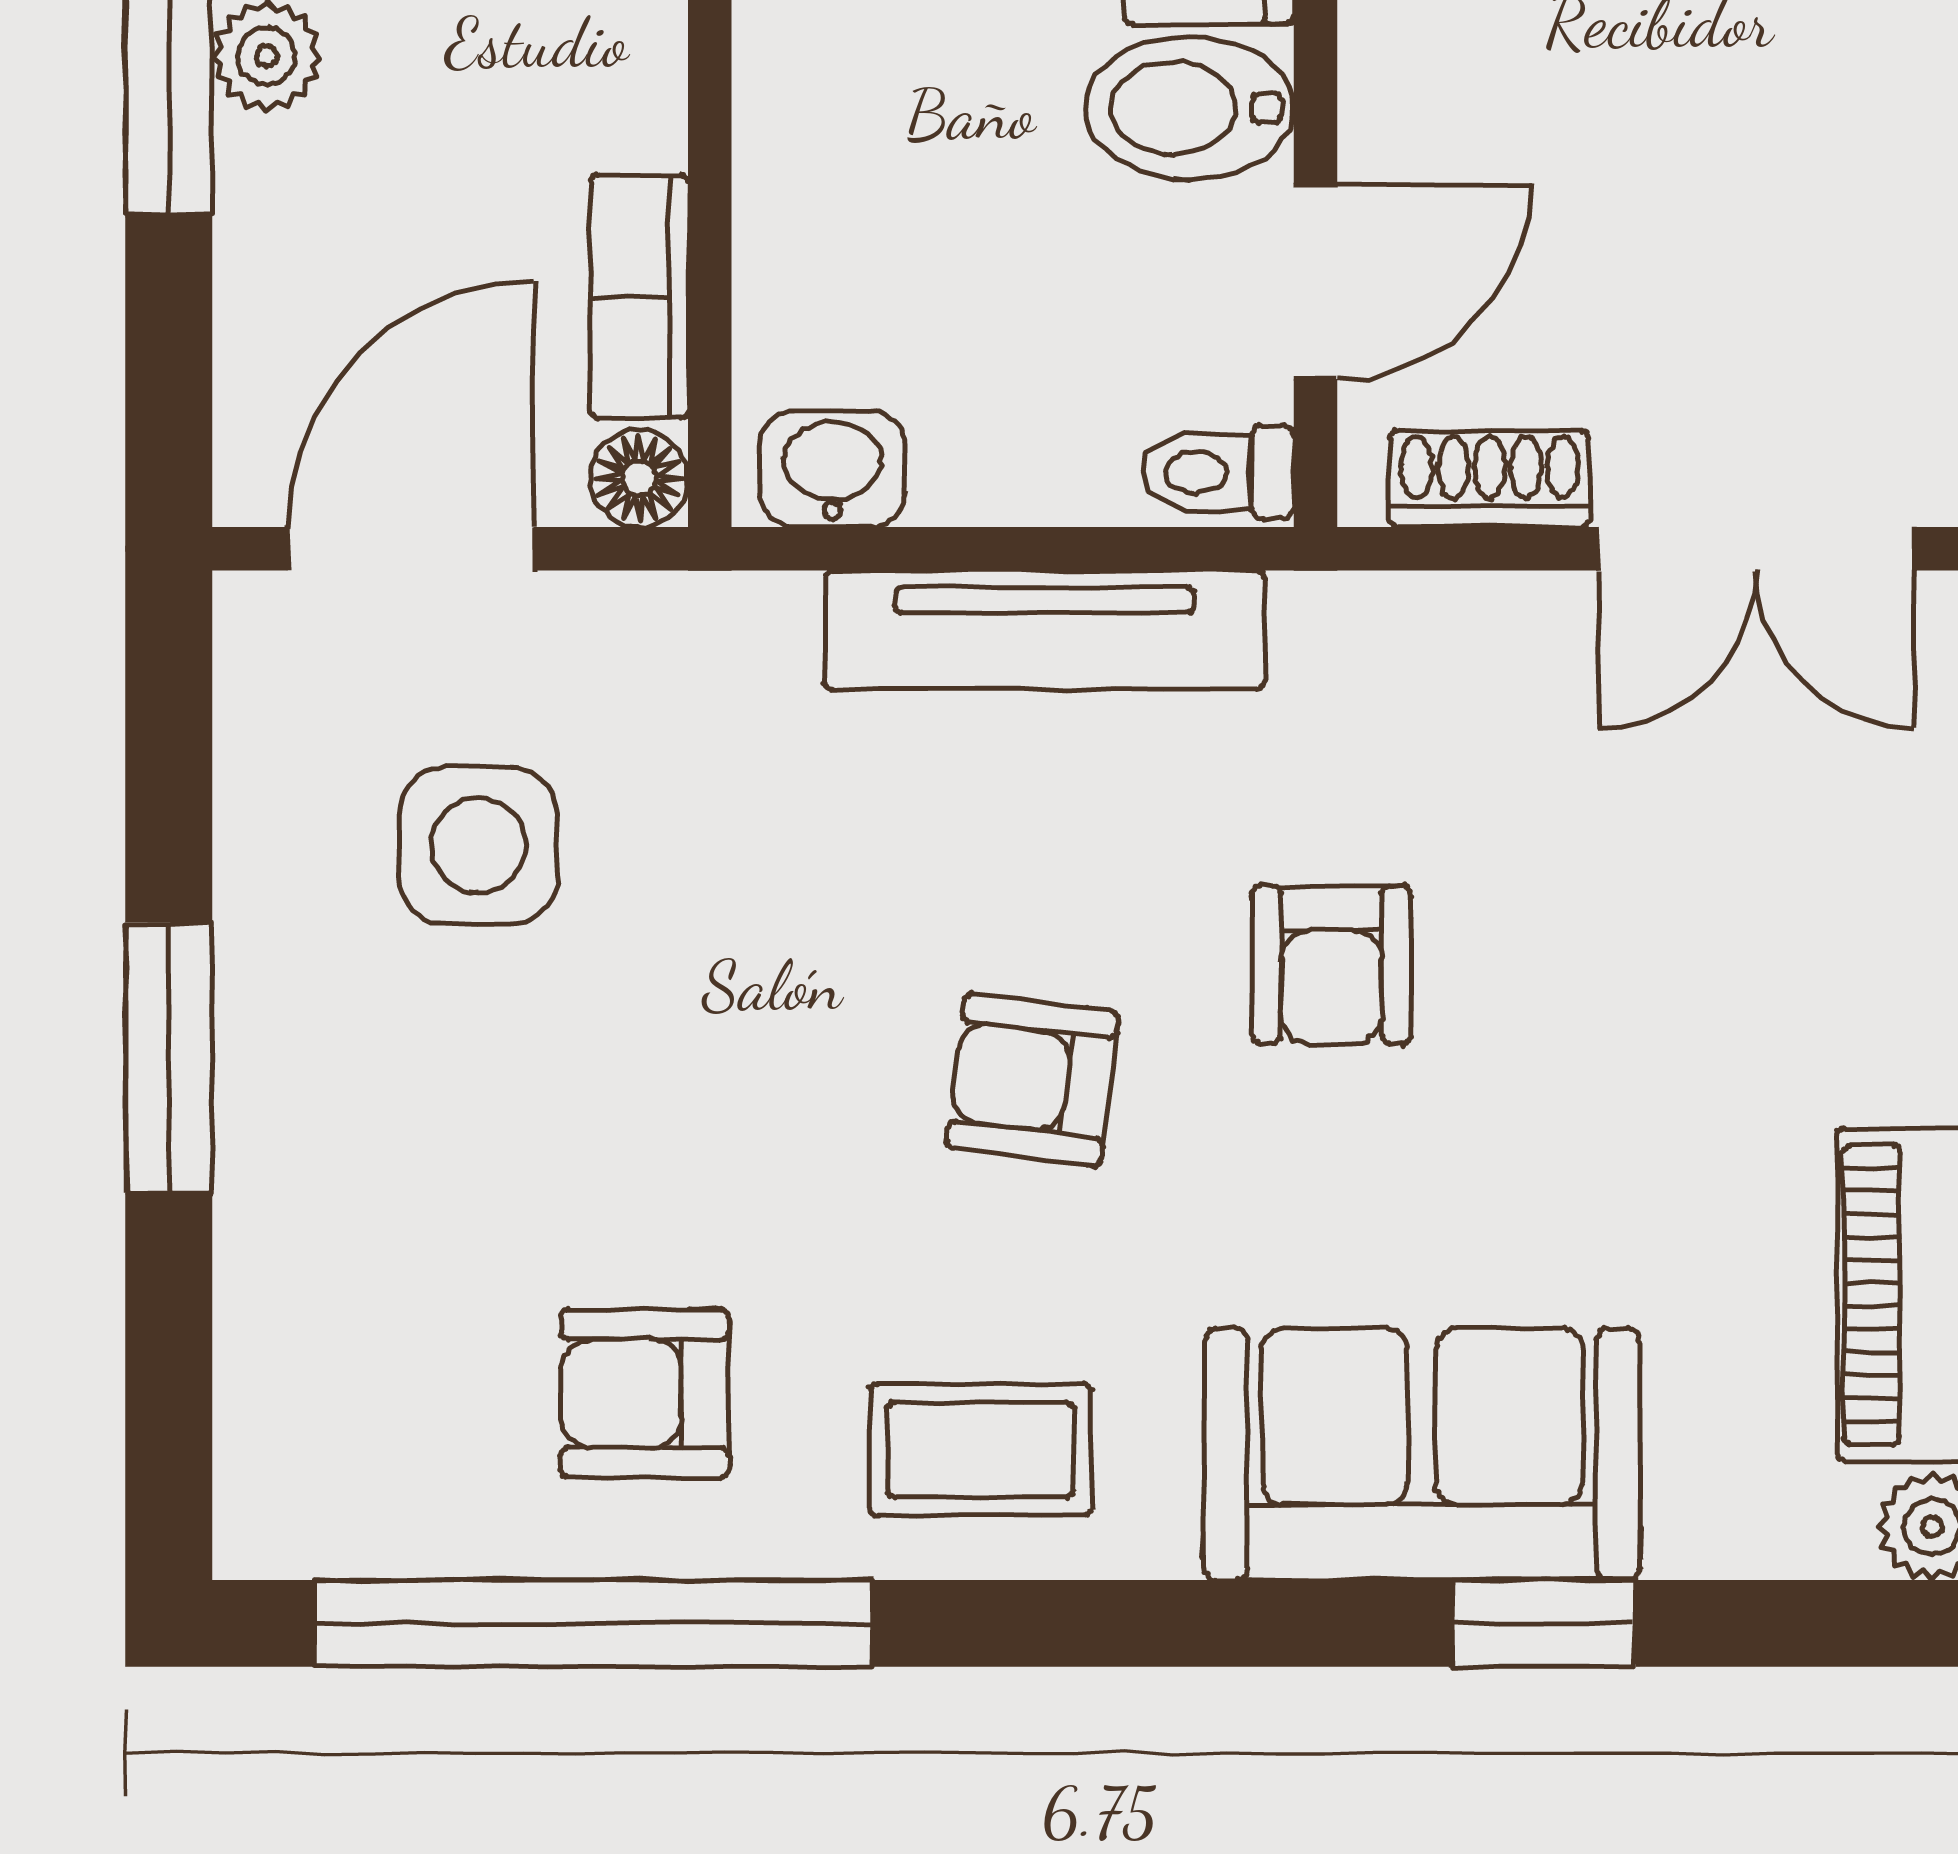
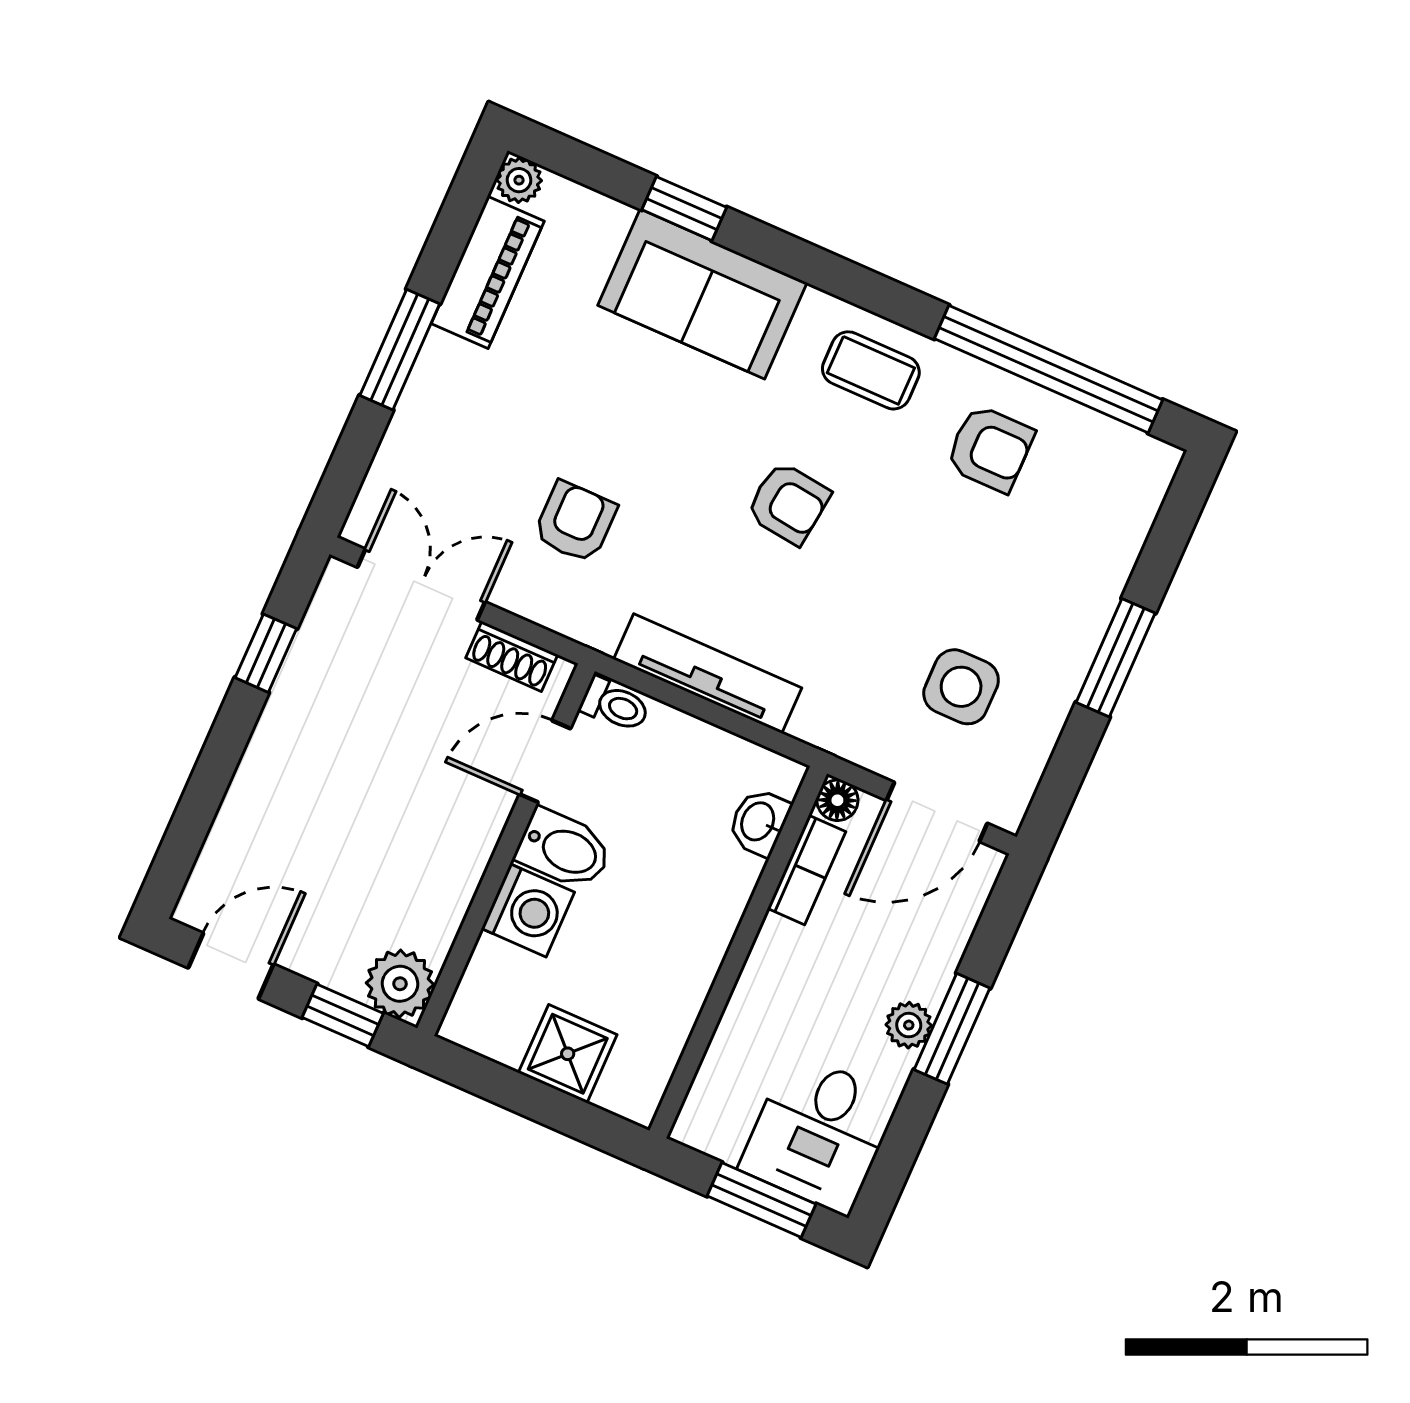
washbasin: (832, 469) -> (759, 822), moved, turned 90
armchair: (1331, 965) -> (575, 522), moved

